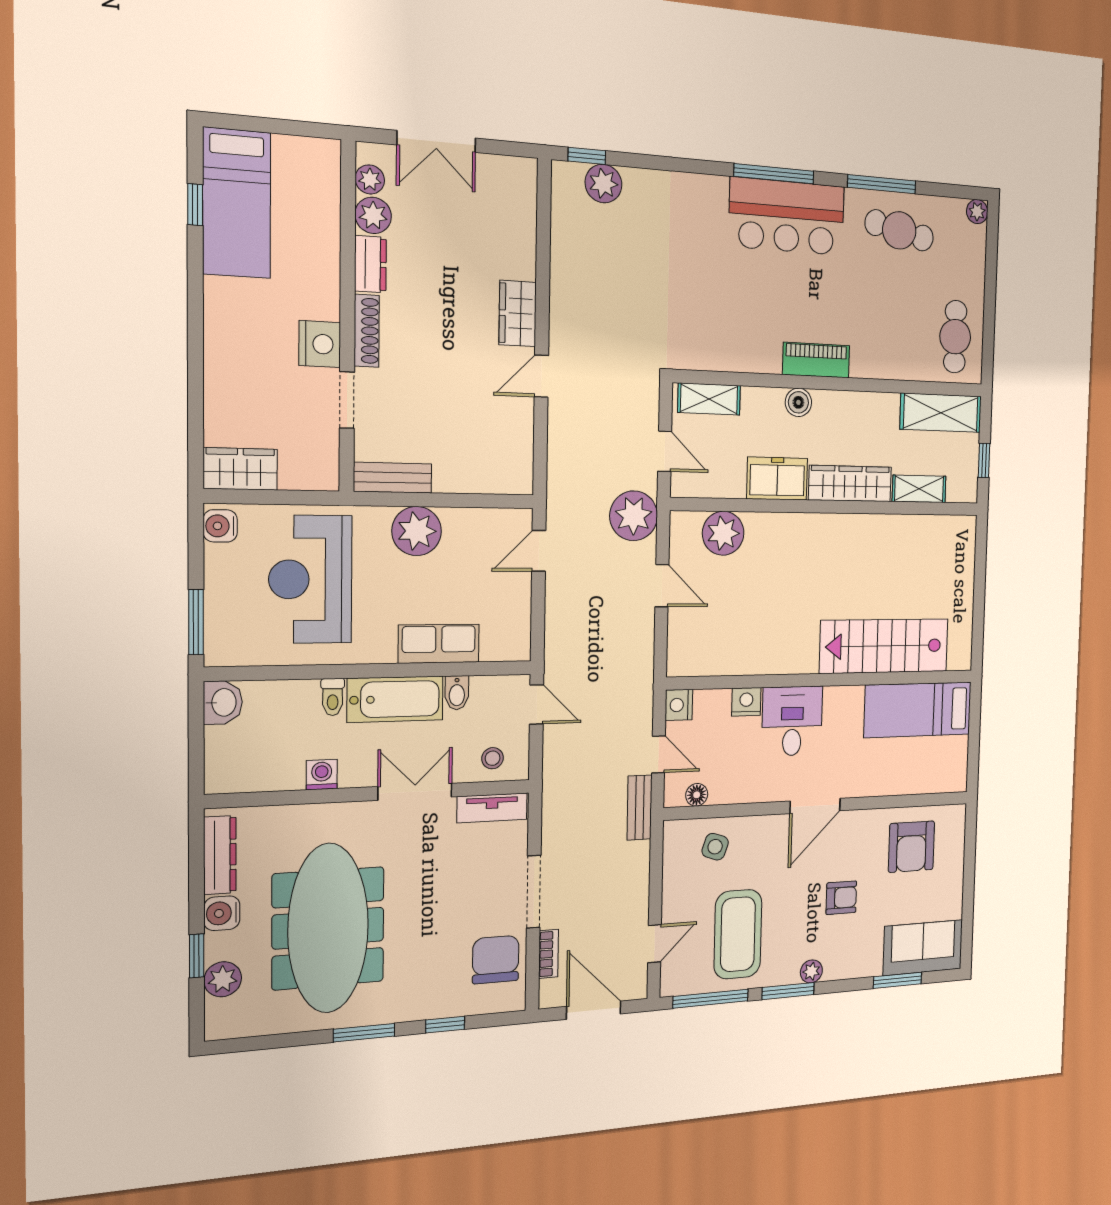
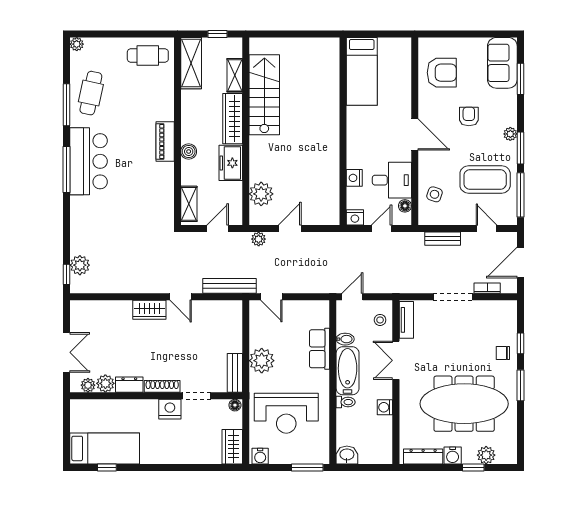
bench: (560, 471) -> (229, 286), added
floor lamp: (327, 476) -> (235, 405), added
plant: (634, 516) -> (259, 239), width x0.53, depth x0.53
stairs: (884, 646) -> (264, 95), moved, turned 180
desk: (792, 721) -> (392, 180), moved, turned 180
bench: (640, 808) -> (443, 239), moved
chair: (496, 960) -> (503, 353), moved, width x0.54, depth x0.54

